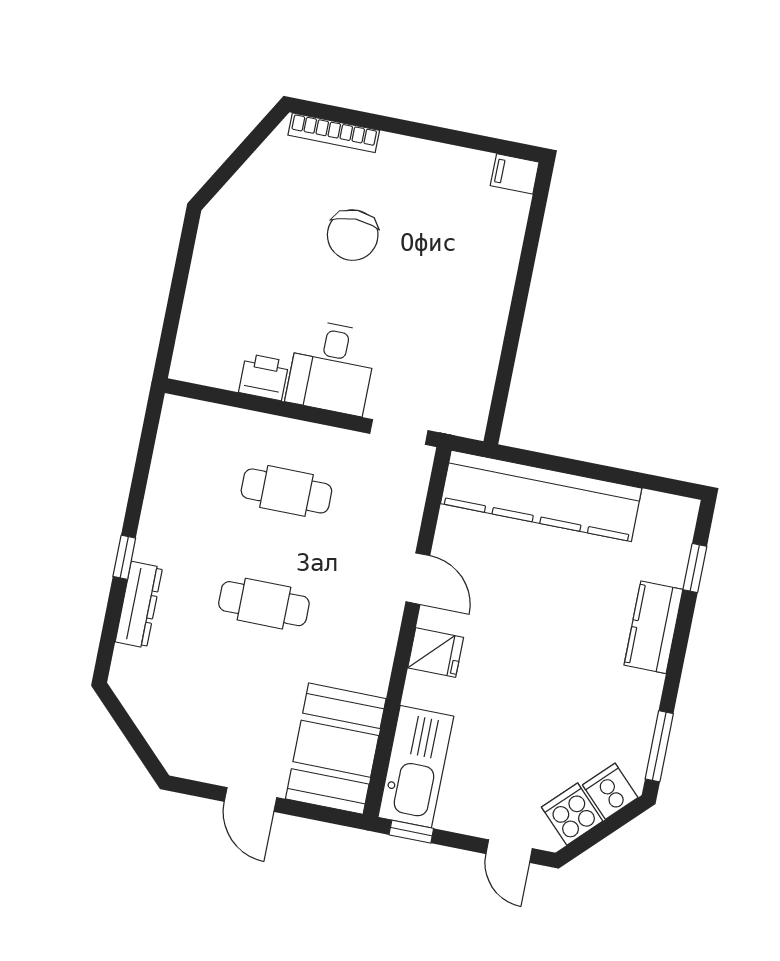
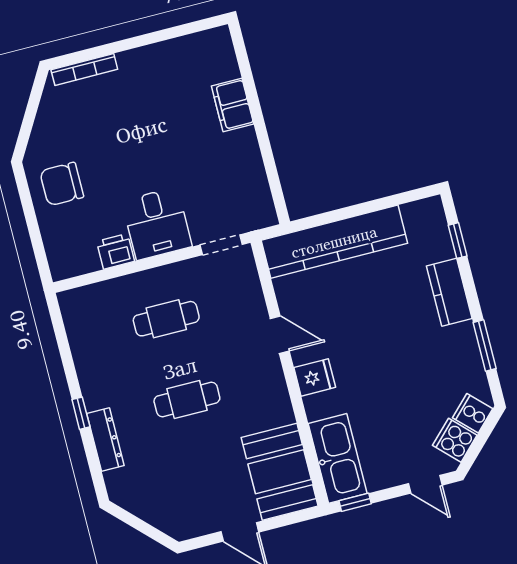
filing cabinet: (515, 174) -> (233, 105), moved, width x2.00
chair: (353, 235) -> (62, 184), moved, turned 90
window: (659, 746) -> (485, 346), moved

